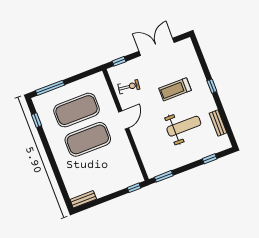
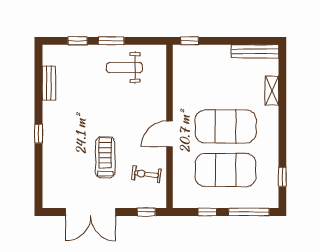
window: (78, 77) -> (207, 212), added
treadmill: (175, 89) -> (105, 157), moved, turned -90
weight bench: (184, 126) -> (124, 68), moved, width x0.73, depth x0.75
shelving: (66, 175) -> (272, 91), added
window: (164, 176) -> (111, 41), moved
bench: (83, 199) -> (255, 51), width x1.36

